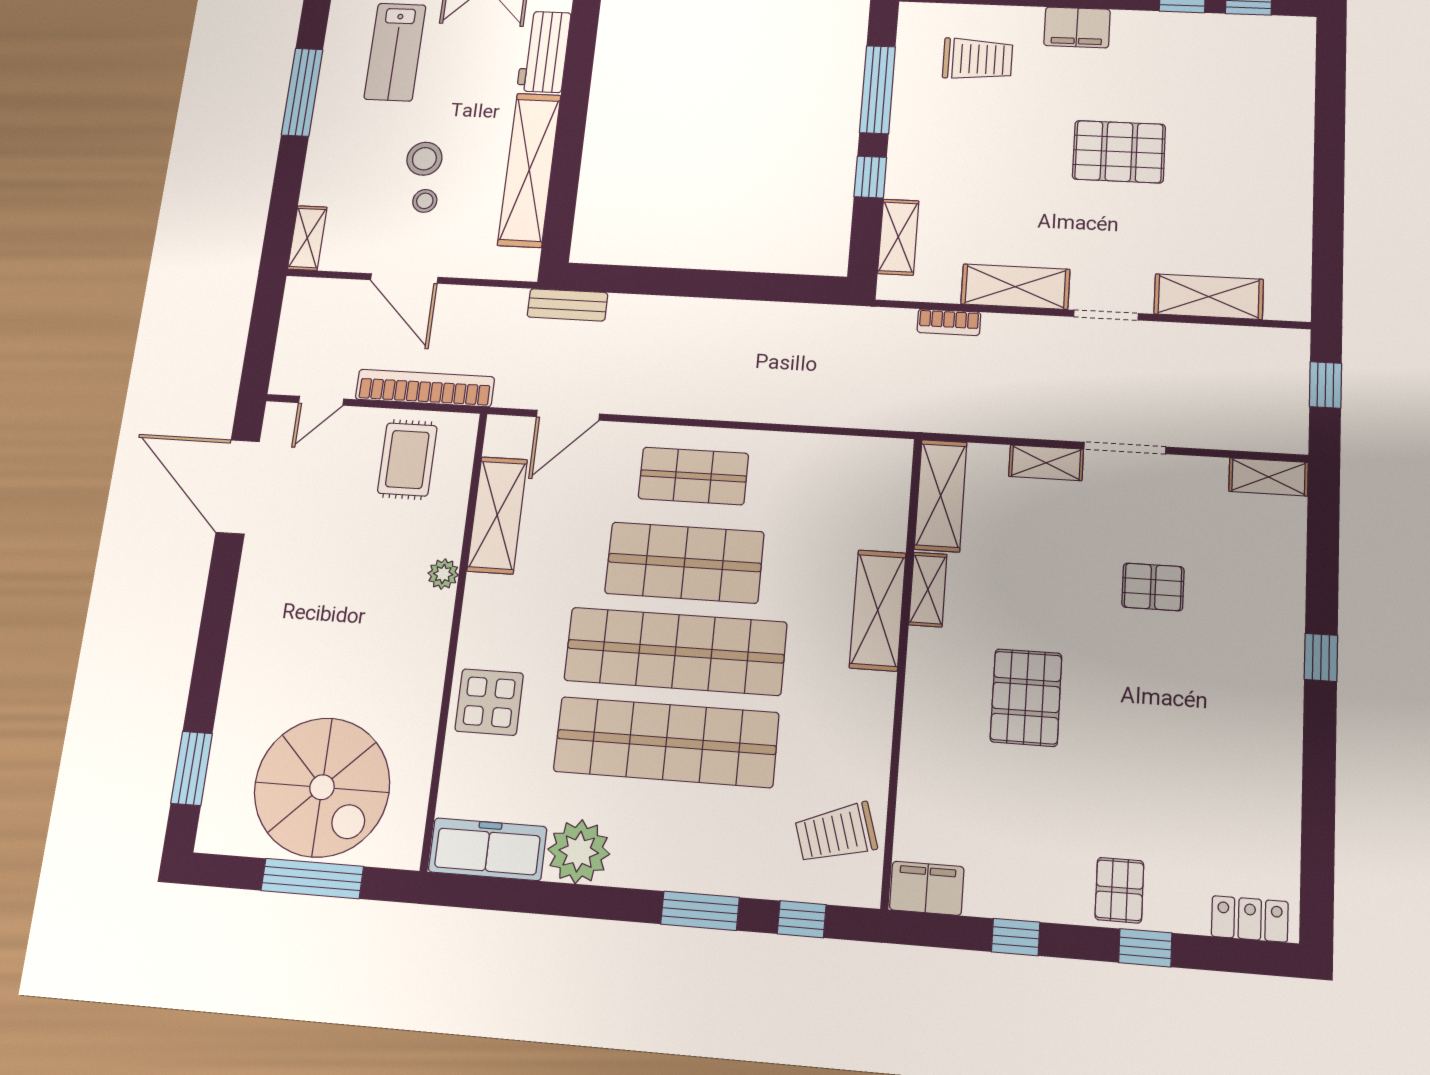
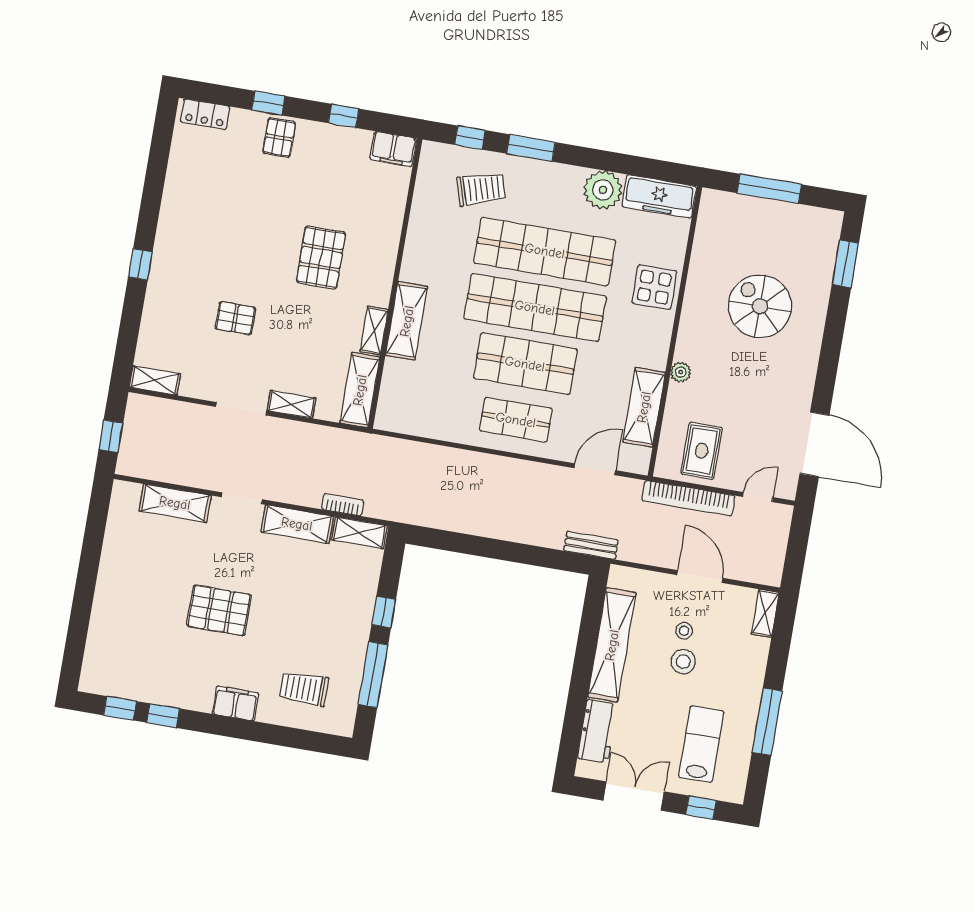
shelving: (898, 237) -> (359, 533), moved, turned 90
spiral stairs: (322, 787) -> (760, 306), moved, width x0.73, depth x0.73
trolley: (836, 833) -> (481, 189), moved

